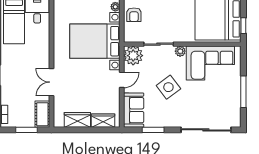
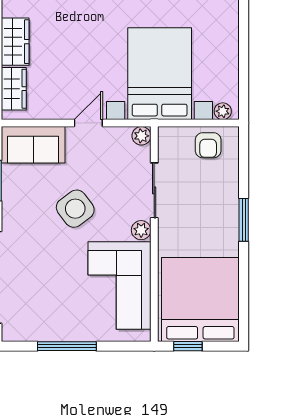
armchair: (134, 15) -> (208, 145), turned -90
plant: (133, 56) -> (141, 136), width x0.53, depth x0.53
door: (122, 80) -> (88, 123), swing flipped

